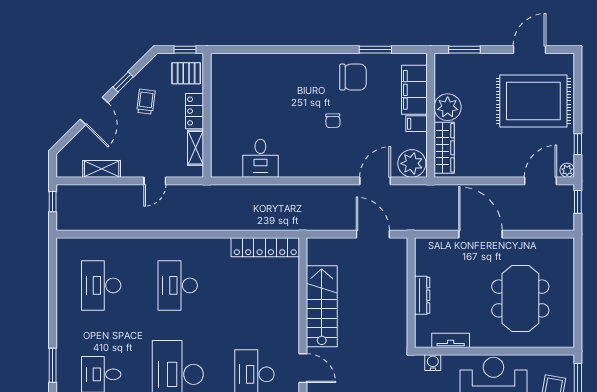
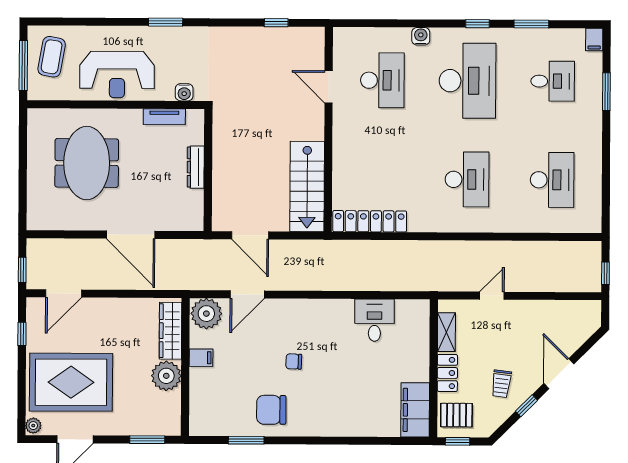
filing cabinet: (414, 90) -> (415, 410), moved, turned 180
chair: (333, 121) -> (294, 361), turned -86
shelving: (102, 169) -> (551, 309), removed
plant: (567, 170) -> (33, 426), moved
stairs: (322, 306) -> (307, 186), moved

